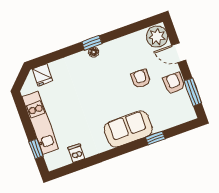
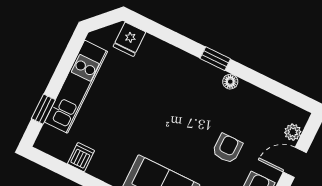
plant: (157, 37) -> (293, 132), width x0.53, depth x0.53
floor lamp: (94, 52) -> (230, 82), moved
door: (179, 53) -> (295, 162), hinge flipped

